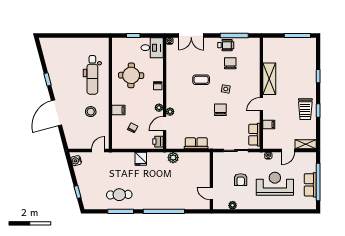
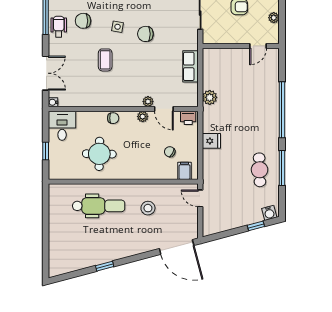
filing cabinet: (118, 110) -> (185, 171), moved
door: (56, 113) -> (177, 247), moved
water cooler: (76, 161) -> (269, 213), moved

